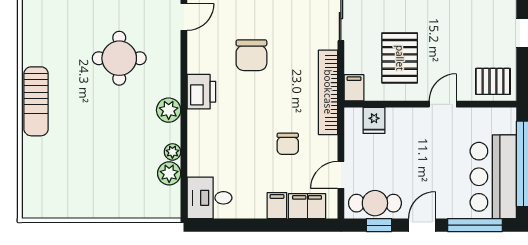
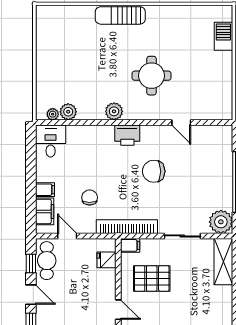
chair: (288, 144) -> (90, 197), turned 90
plant: (172, 152) -> (53, 114), moved

